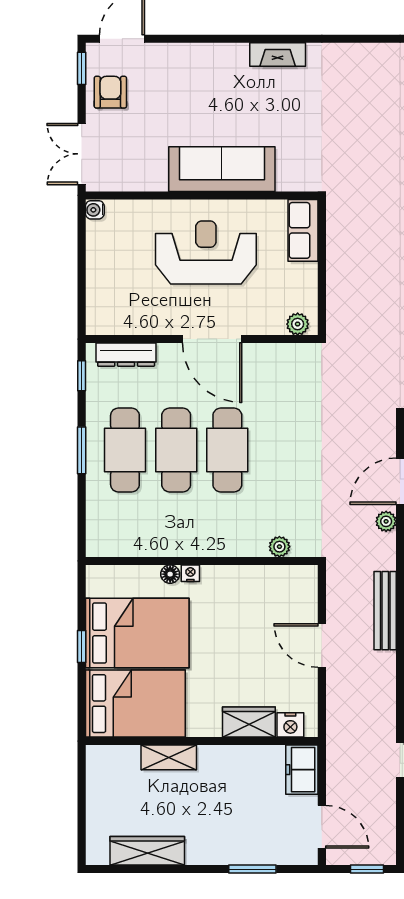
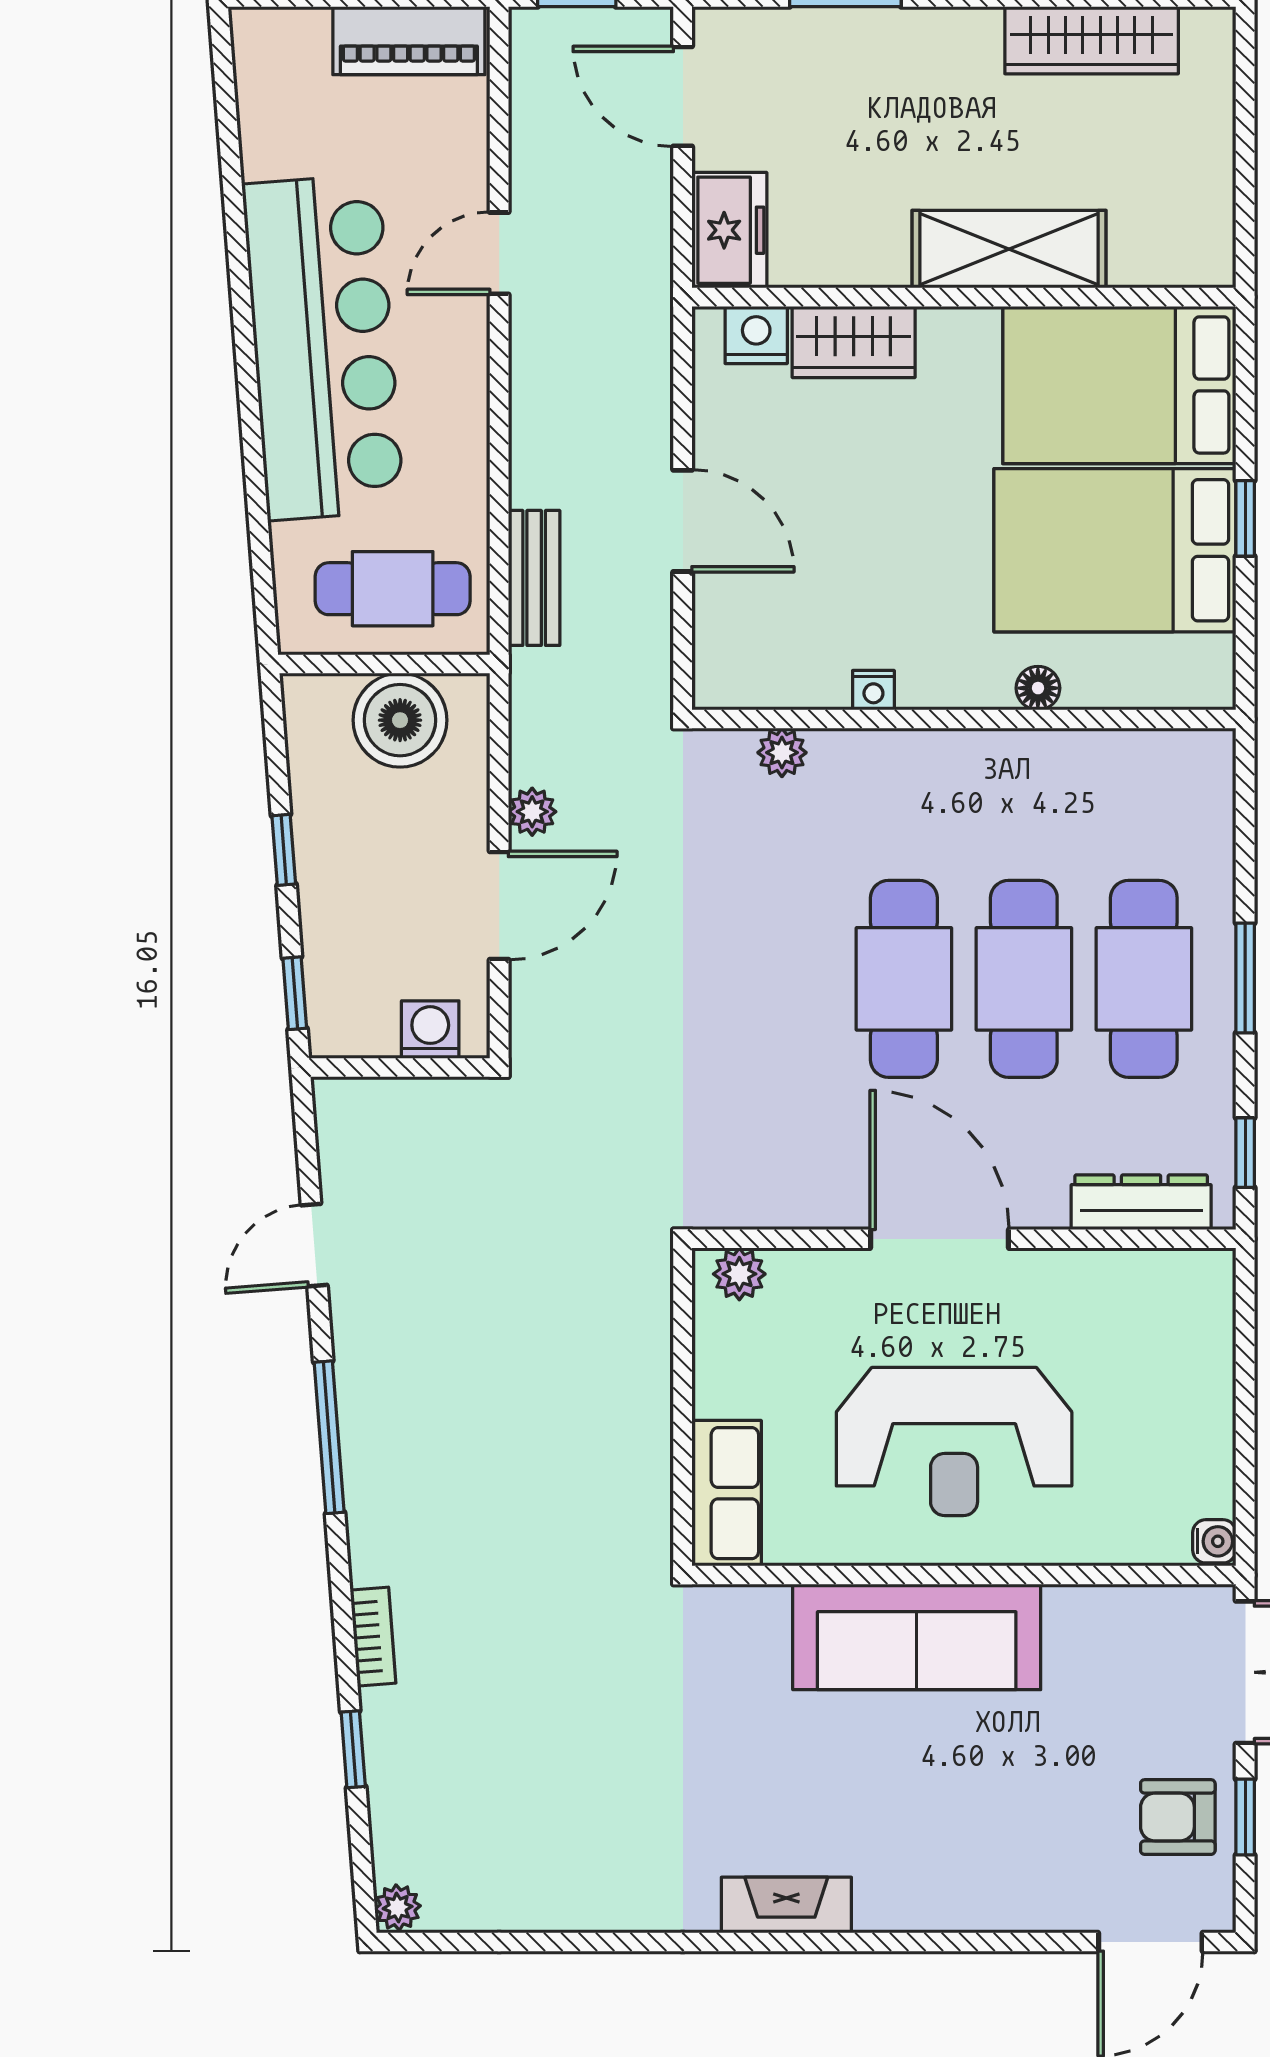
window: (82, 68) -> (1245, 1817), moved
armchair: (110, 92) -> (1178, 1817), turned 90
nightstand: (190, 573) -> (873, 690), moved
bench: (385, 611) -> (534, 578), width x0.73
shelving: (169, 757) -> (1009, 249), width x1.50, depth x1.33

